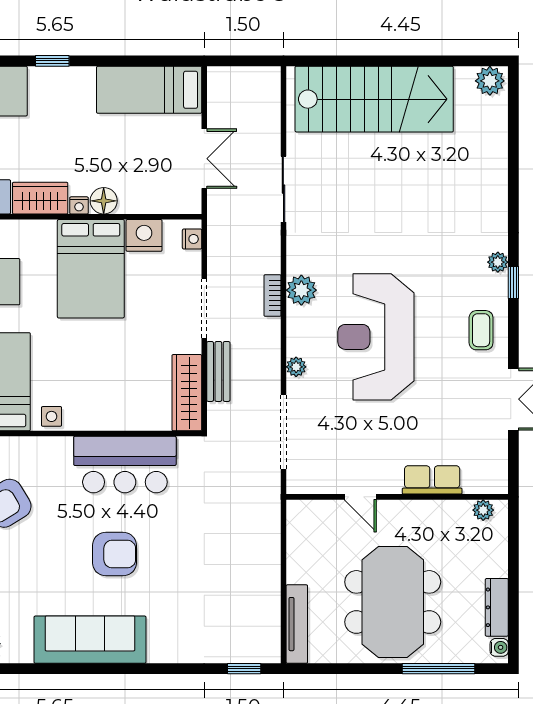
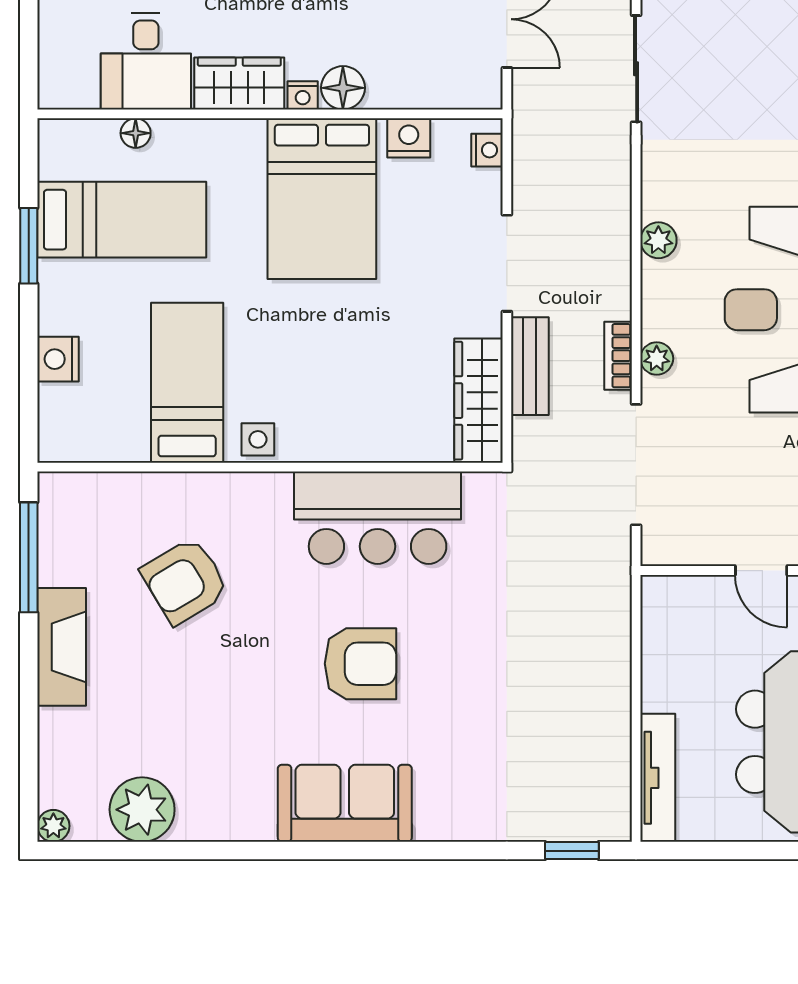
nightstand: (144, 235) -> (409, 138), width x0.74, depth x0.75
plant: (301, 290) -> (658, 240), width x0.73, depth x0.73
bookcase: (272, 296) -> (618, 356), moved
sofa: (90, 640) -> (345, 803), width x0.73

